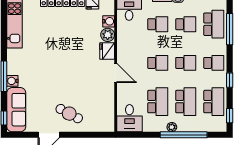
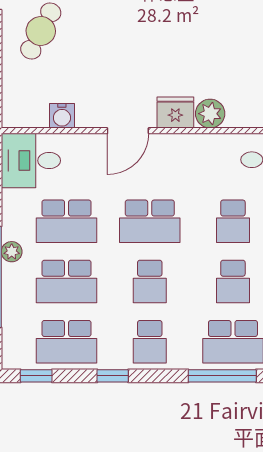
water cooler: (109, 21) -> (62, 116), moved
school desk: (158, 63) -> (150, 221), width x1.85

